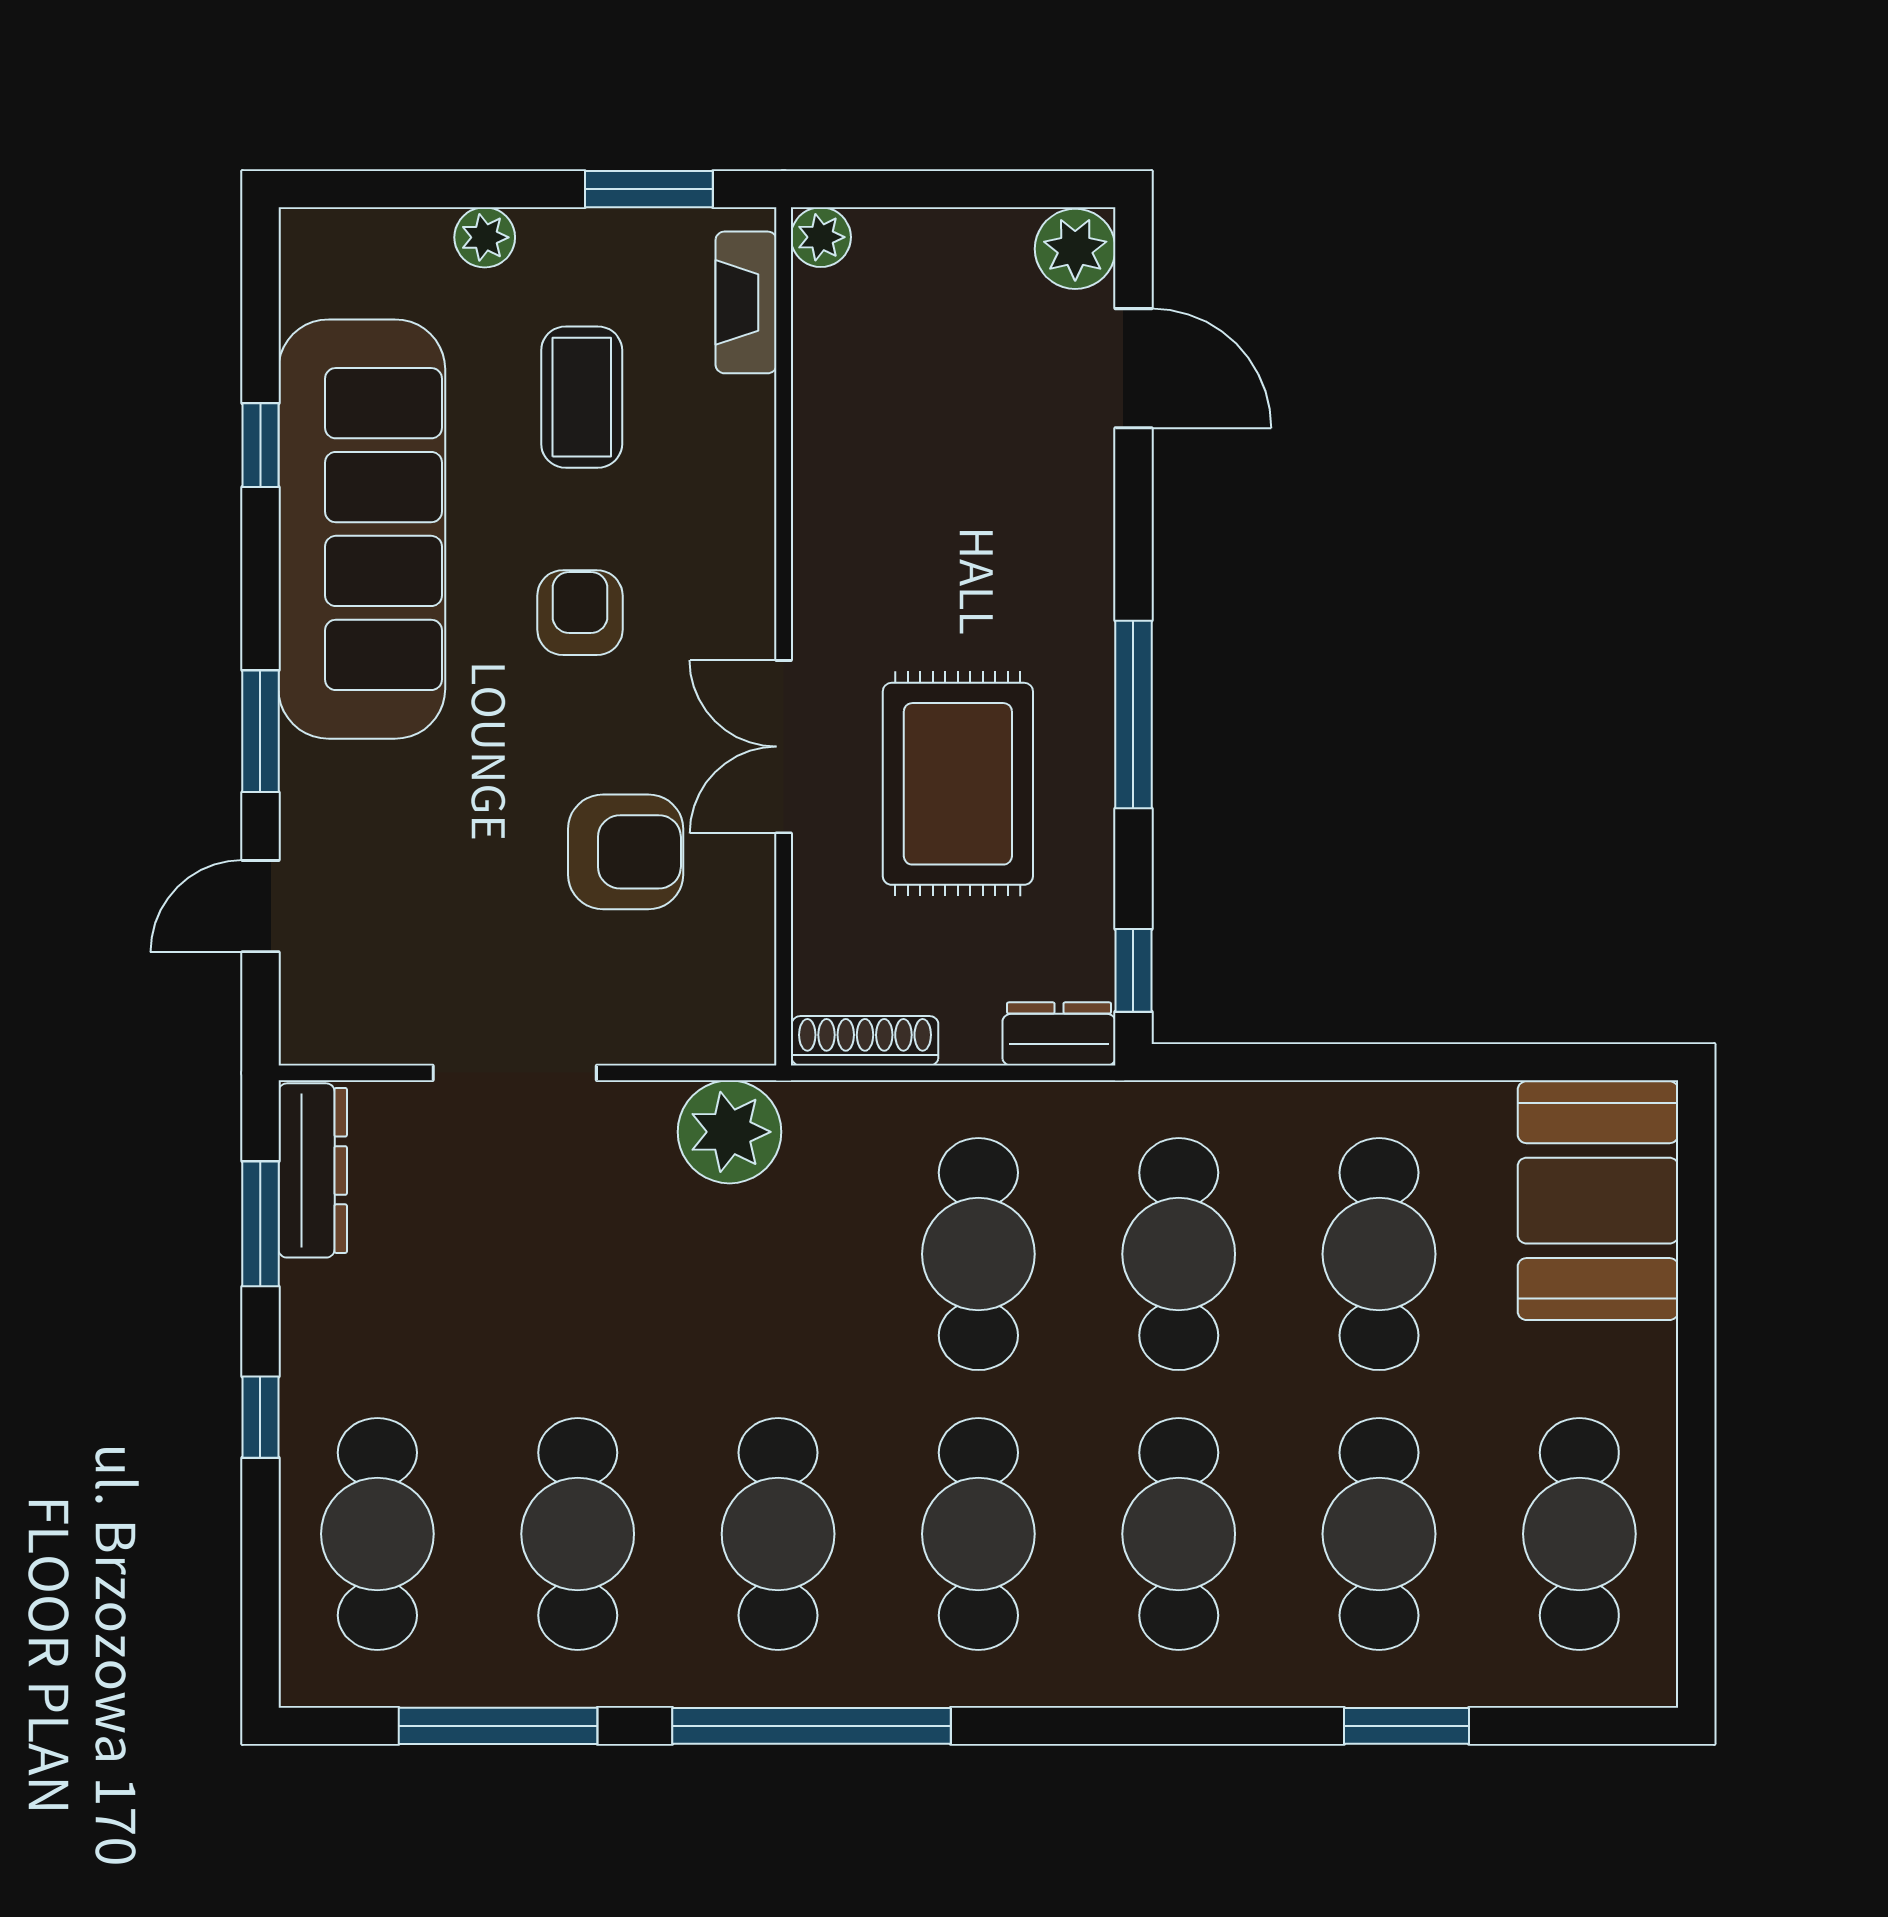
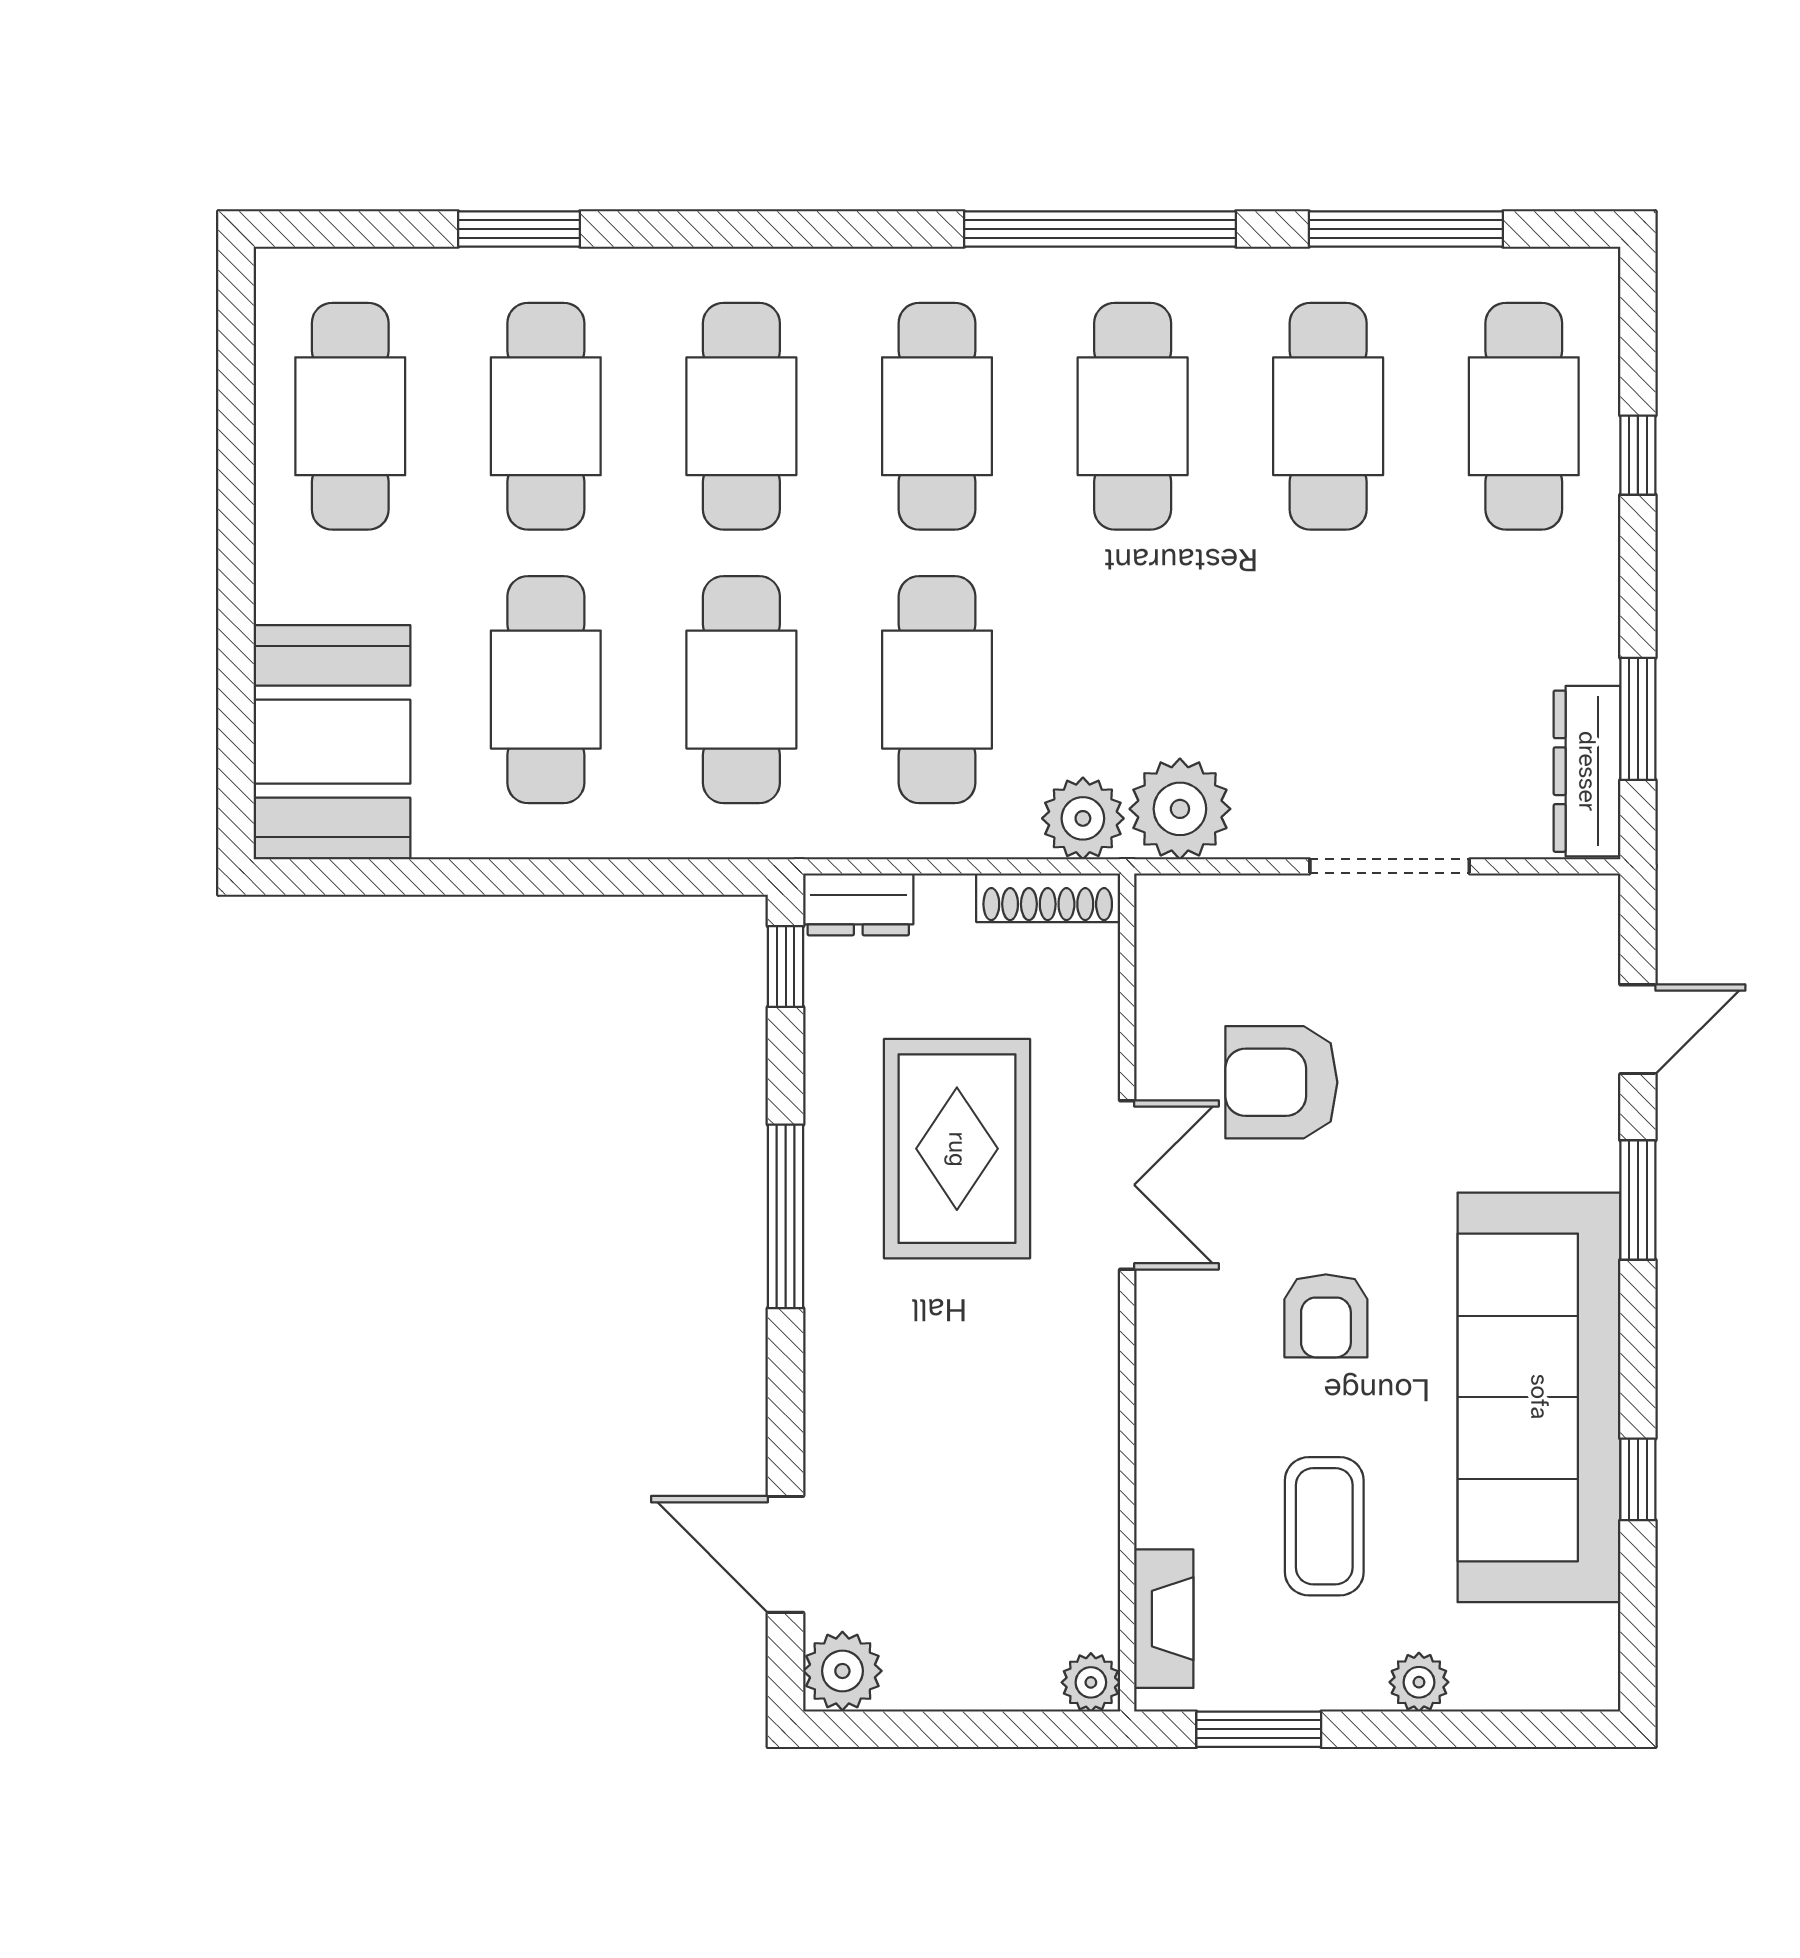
plant: (829, 1122) -> (1083, 818), added
window: (260, 1417) -> (1638, 455), moved

